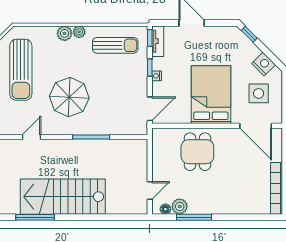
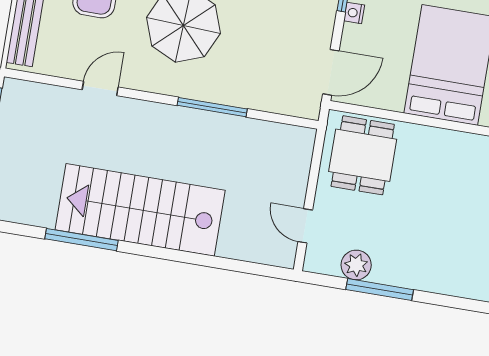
dining table: (197, 152) -> (363, 155), moved
door: (150, 191) -> (305, 226), swing flipped
floor lamp: (165, 209) -> (329, 266), removed

